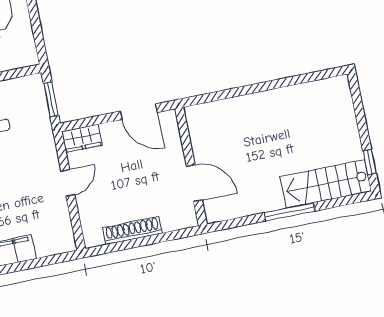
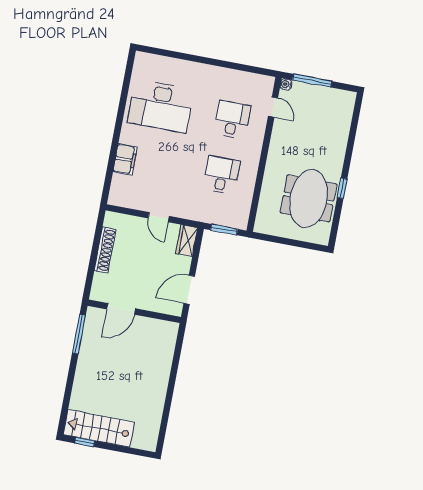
stairs: (326, 184) -> (99, 428), moved, turned -90
window: (290, 212) -> (79, 334), moved

